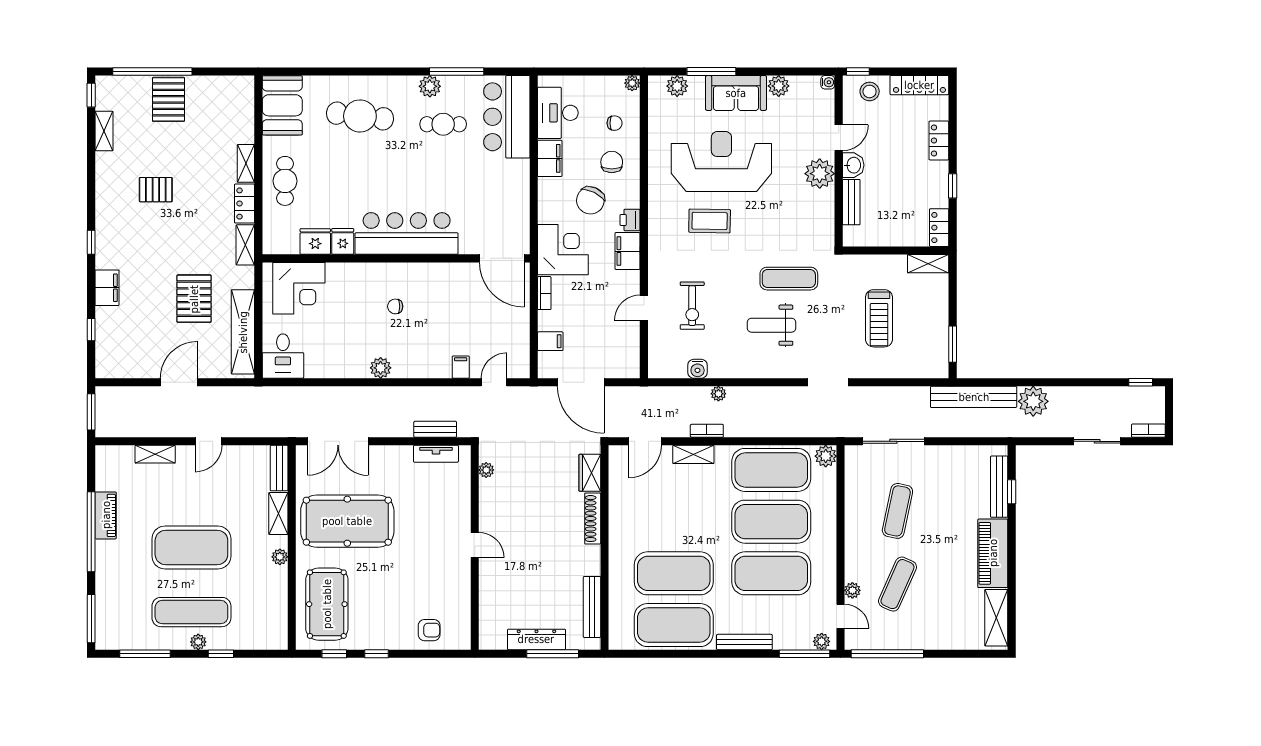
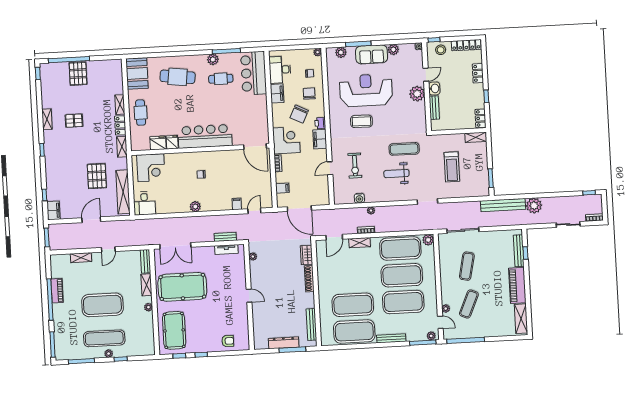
shelving: (104, 131) -> (47, 119), moved
filing cabinet: (107, 288) -> (54, 210), moved

